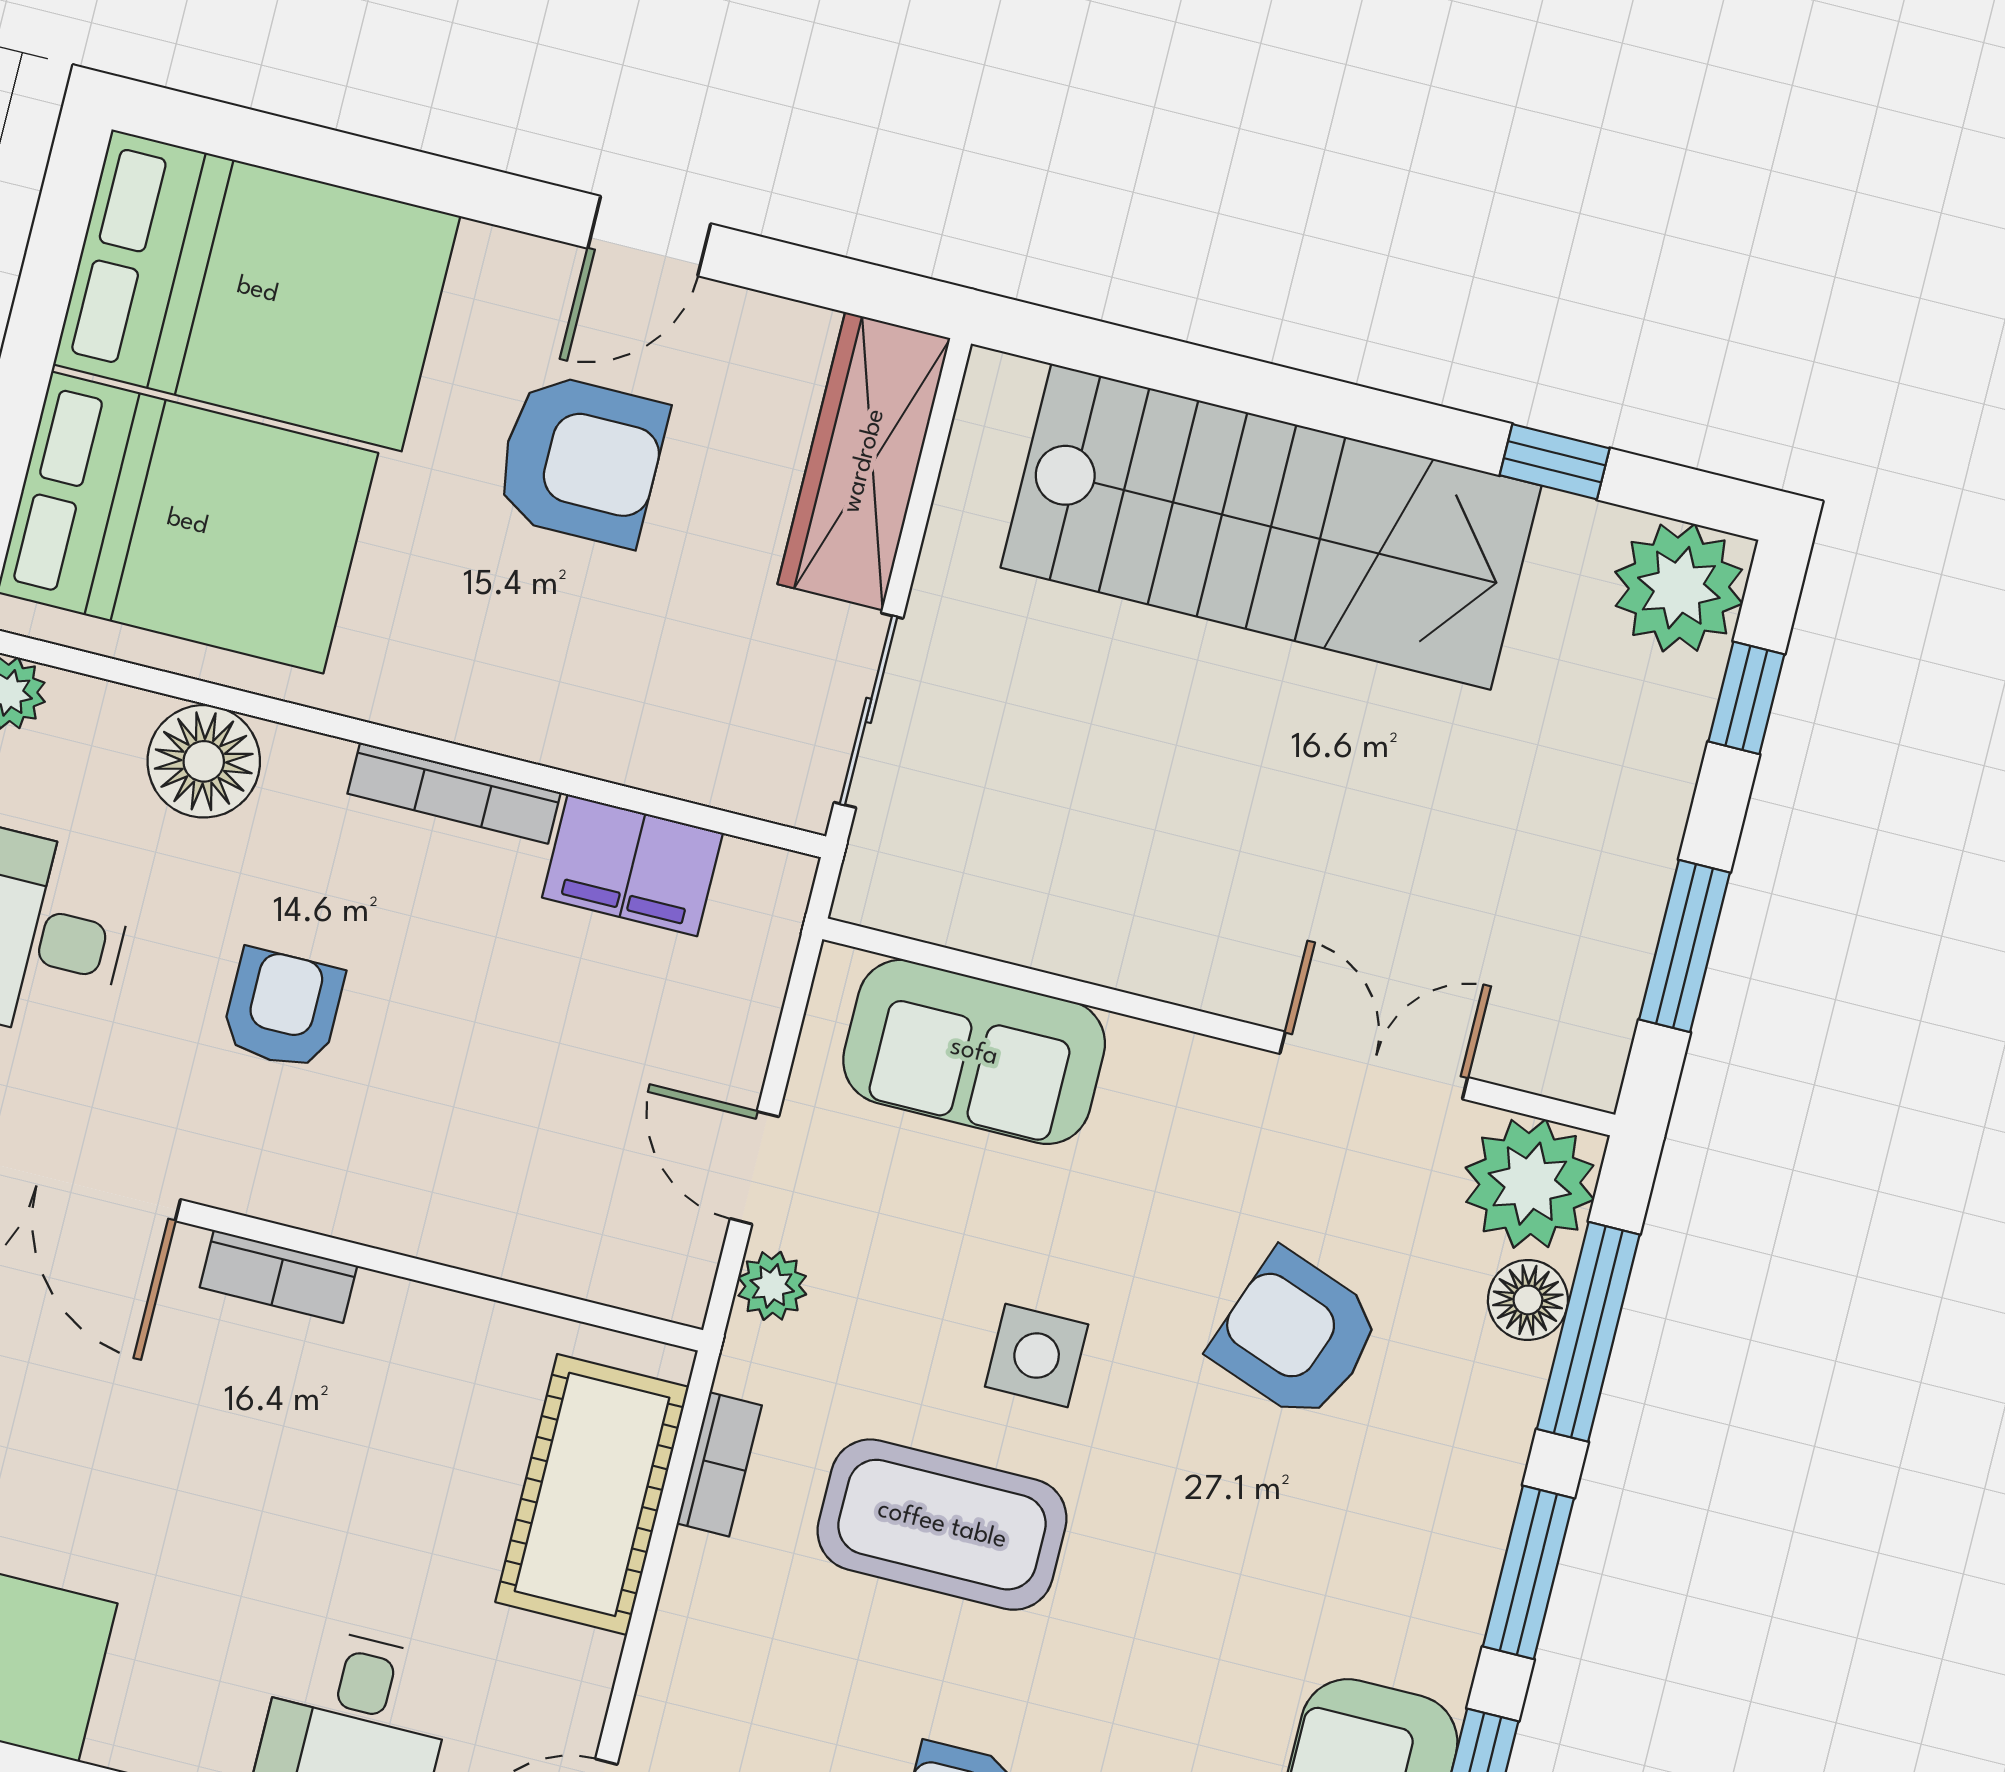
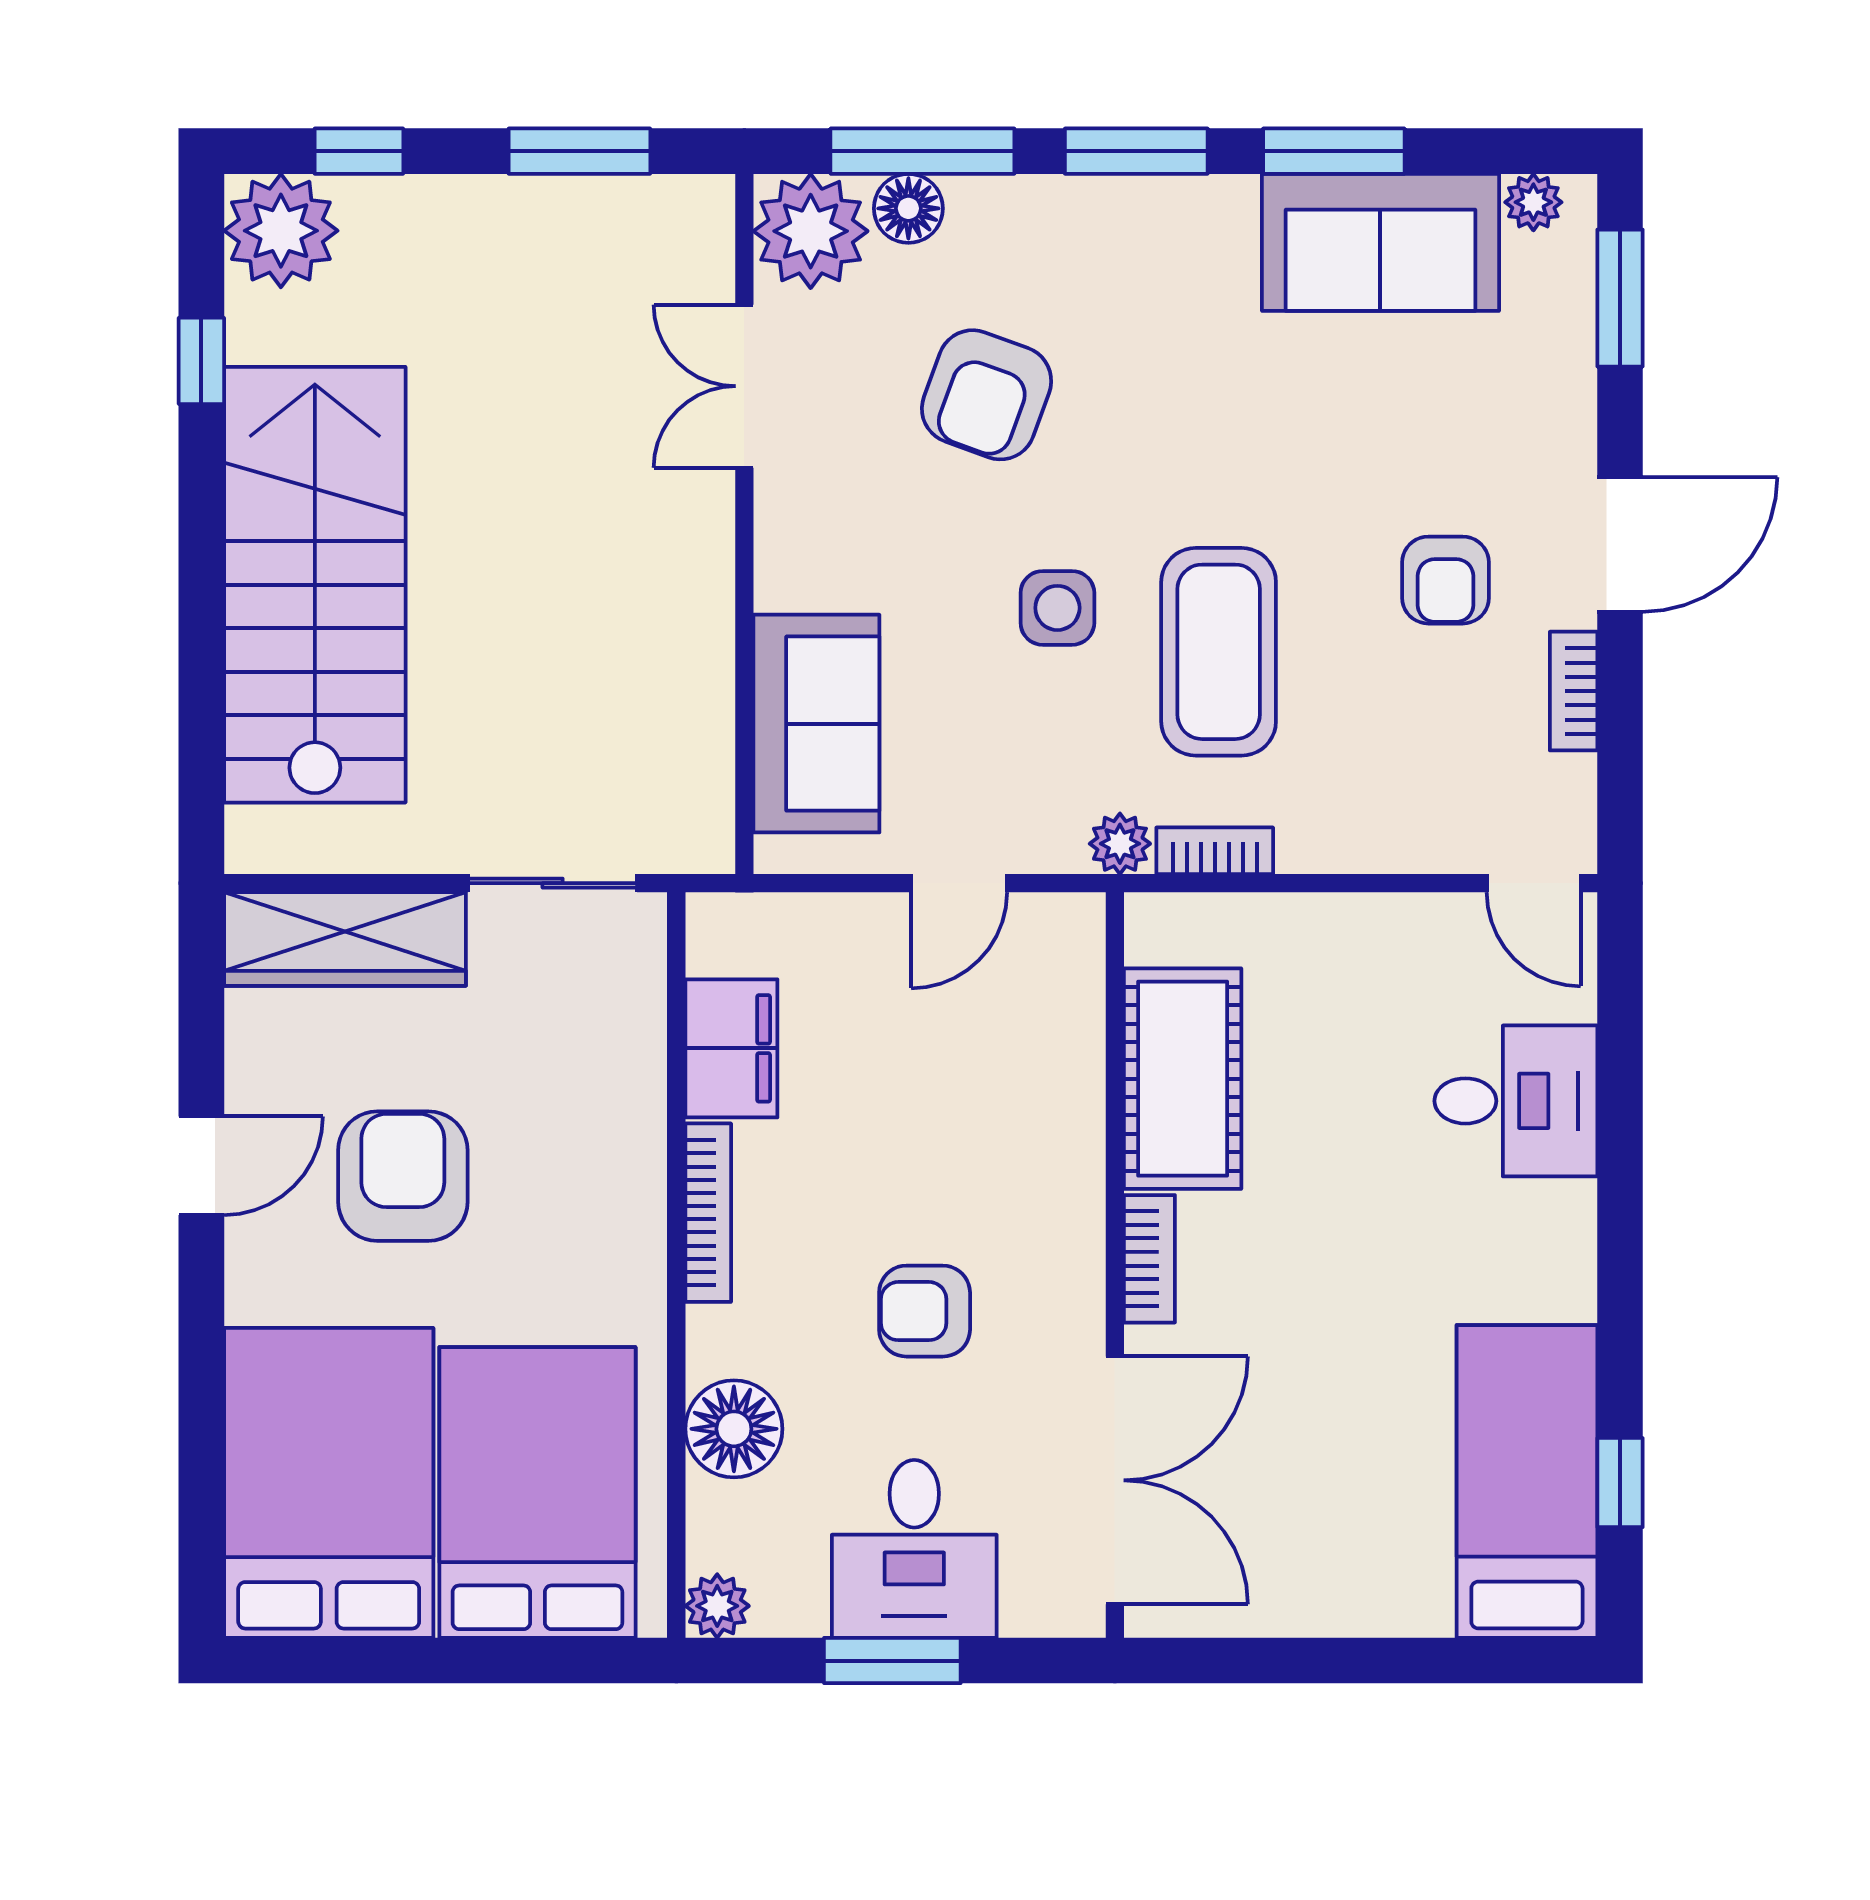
door: (649, 236) -> (201, 1166), hinge flipped
plant: (772, 1286) -> (1120, 844), moved
cot: (592, 1494) -> (1183, 1079), moved, turned 90

